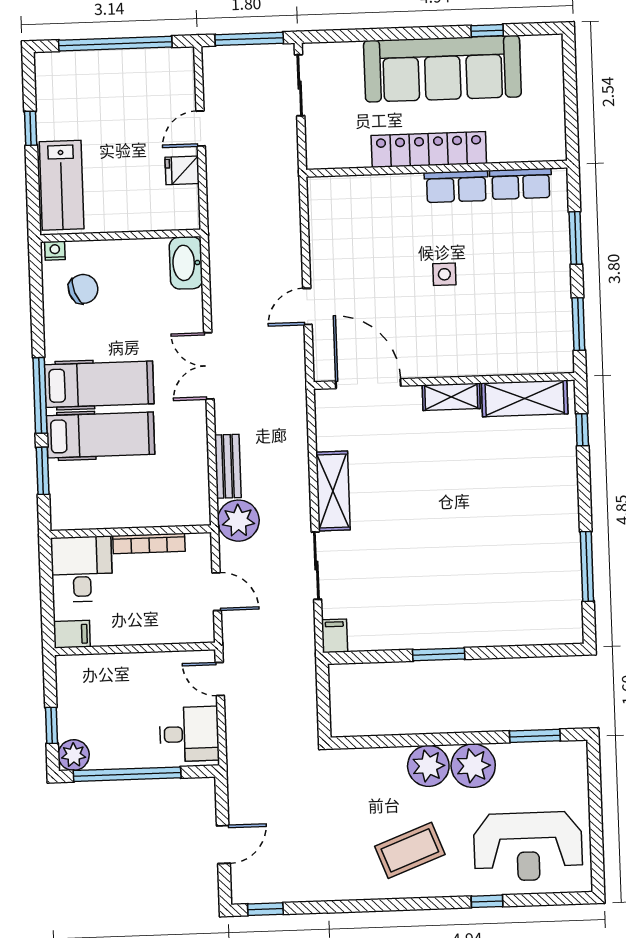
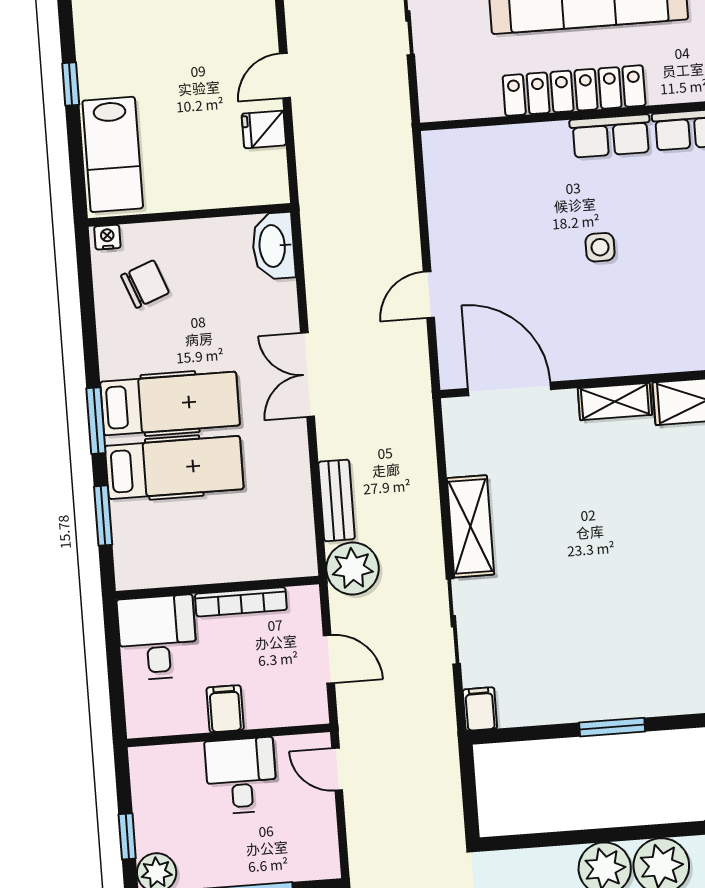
window: (40, 395) -> (96, 421), width x0.69
filing cabinet: (72, 634) -> (225, 709), moved, turned -90
desk: (189, 734) -> (241, 776), moved, turned -90

